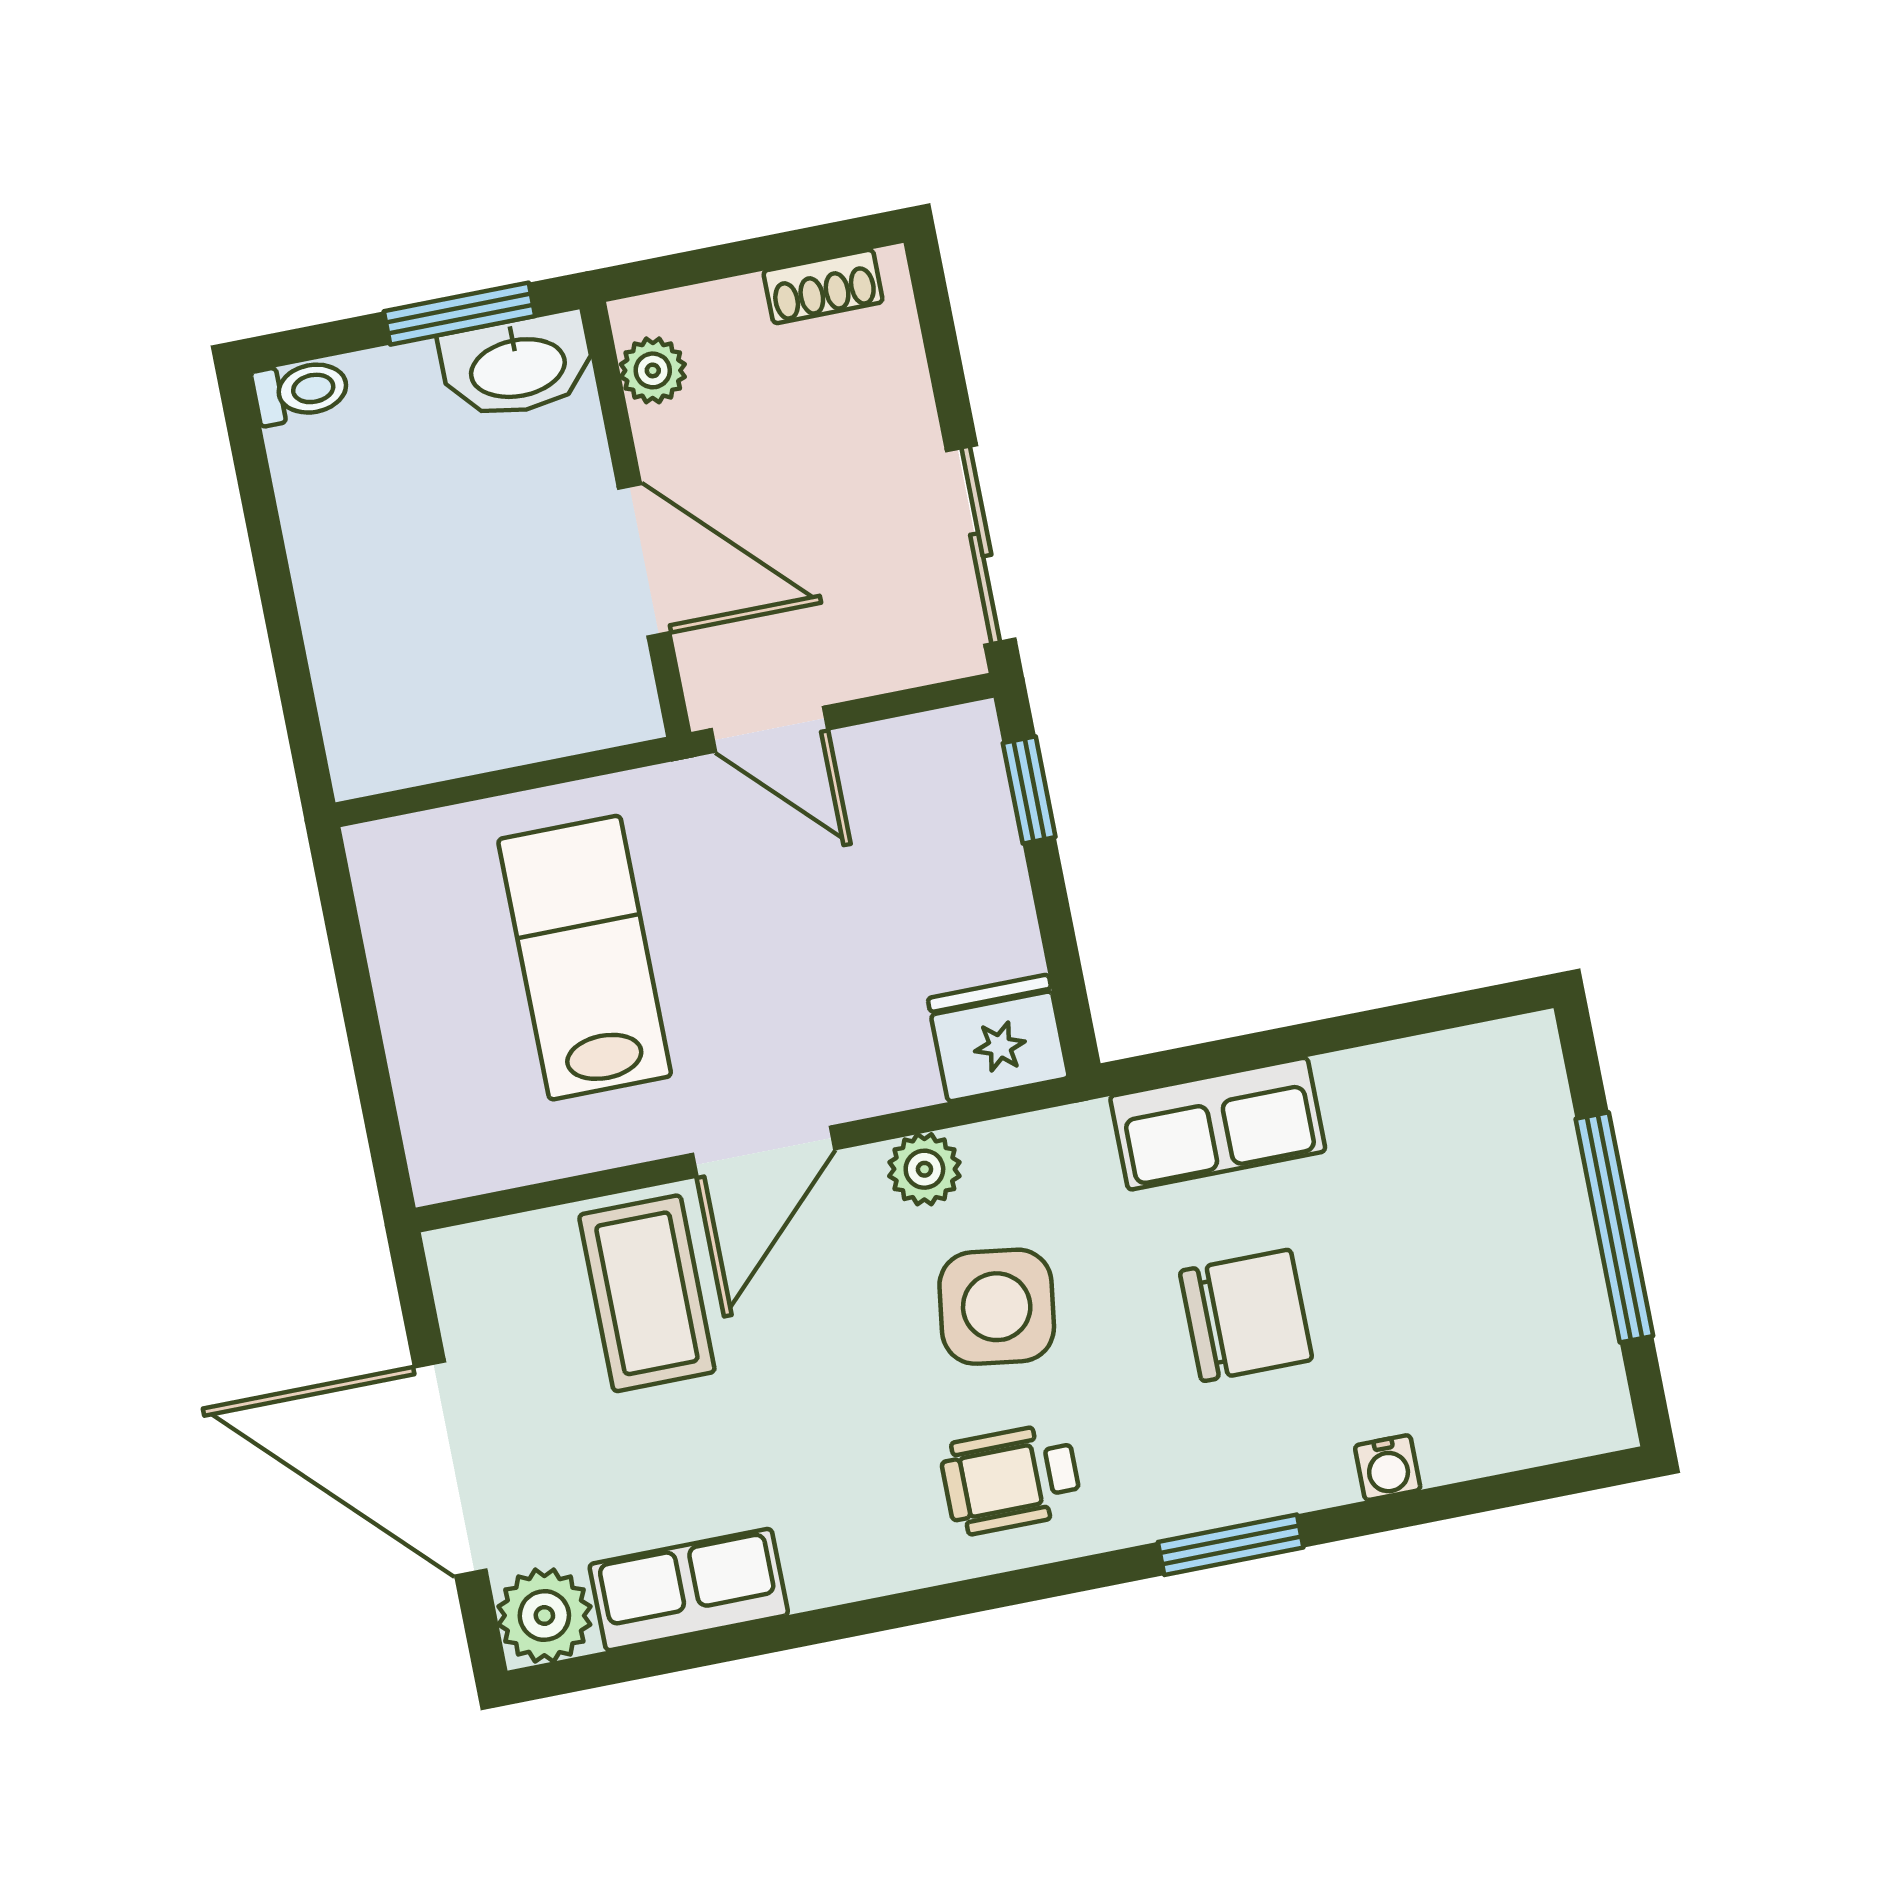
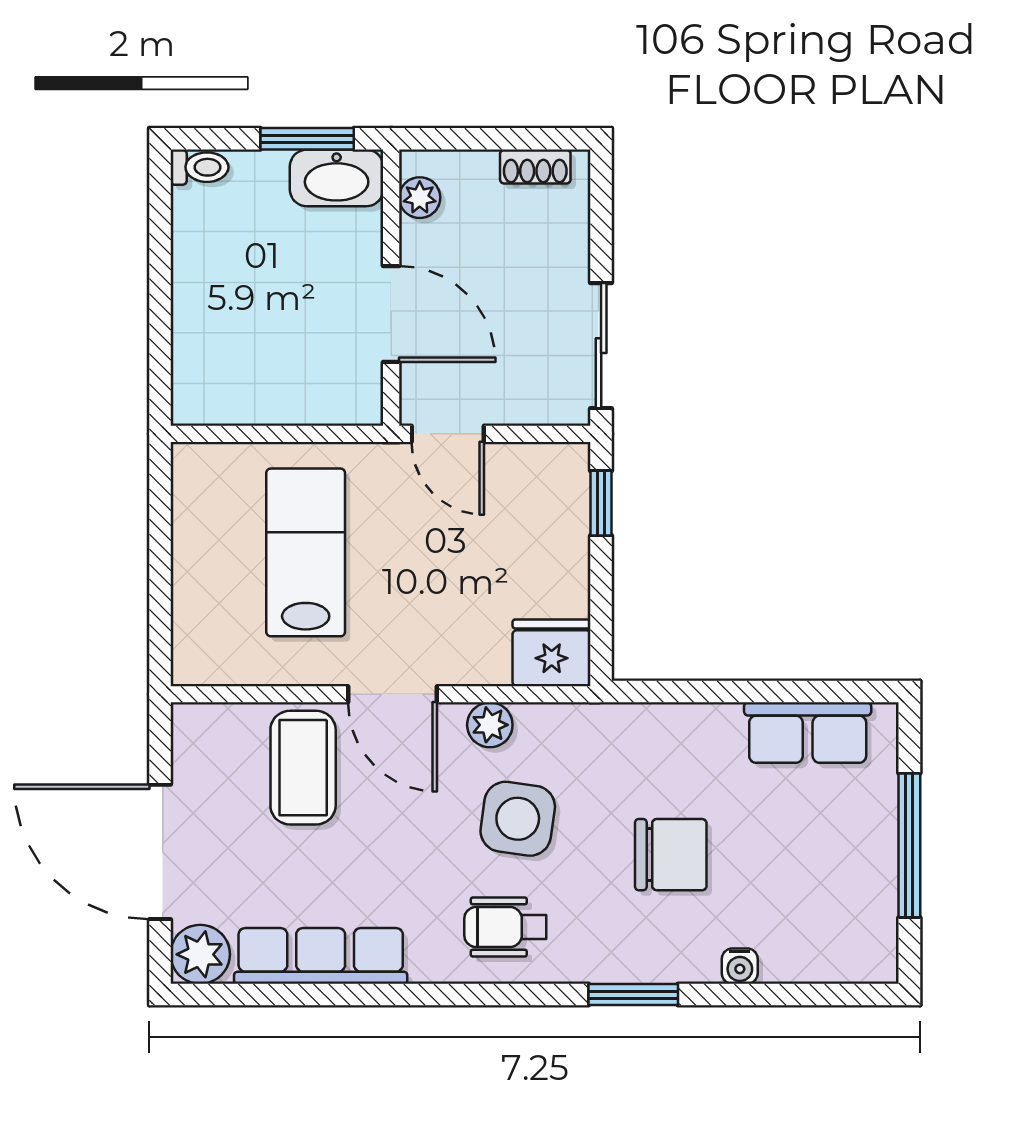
row of seats: (1218, 1124) -> (808, 733), moved
door: (764, 1152) -> (393, 694), hinge flipped
row of seats: (689, 1590) -> (321, 956), width x1.48

